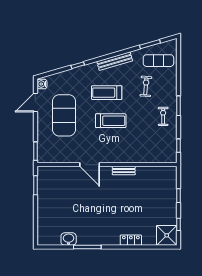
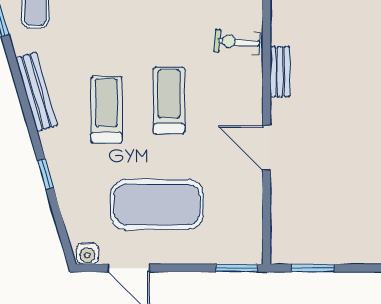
exercise bike: (146, 86) -> (237, 42), moved
treadmill: (107, 93) -> (106, 110), turned 180
door: (90, 165) -> (267, 148), swing flipped

